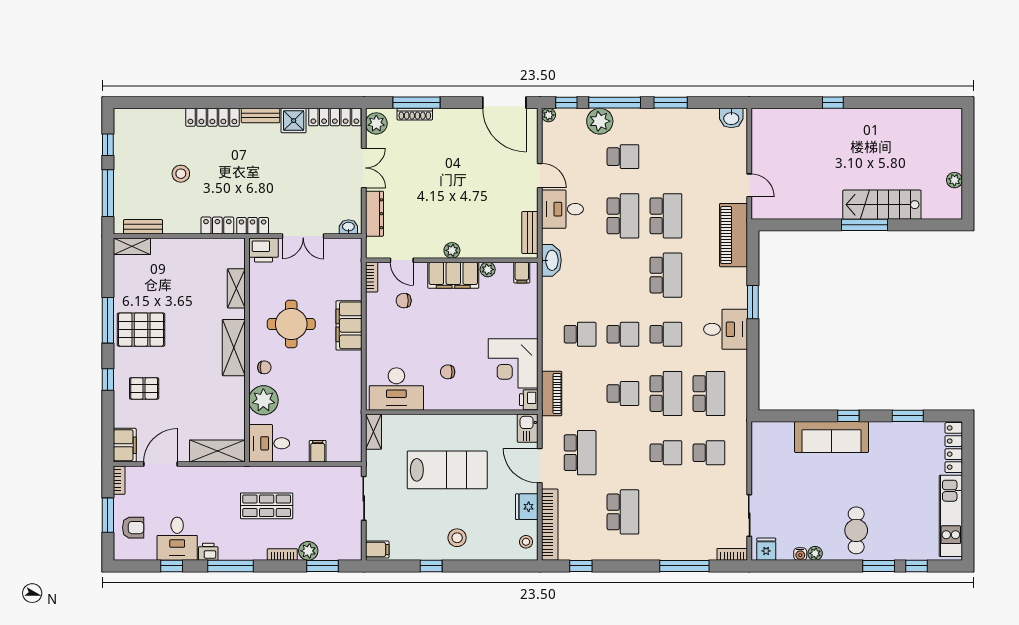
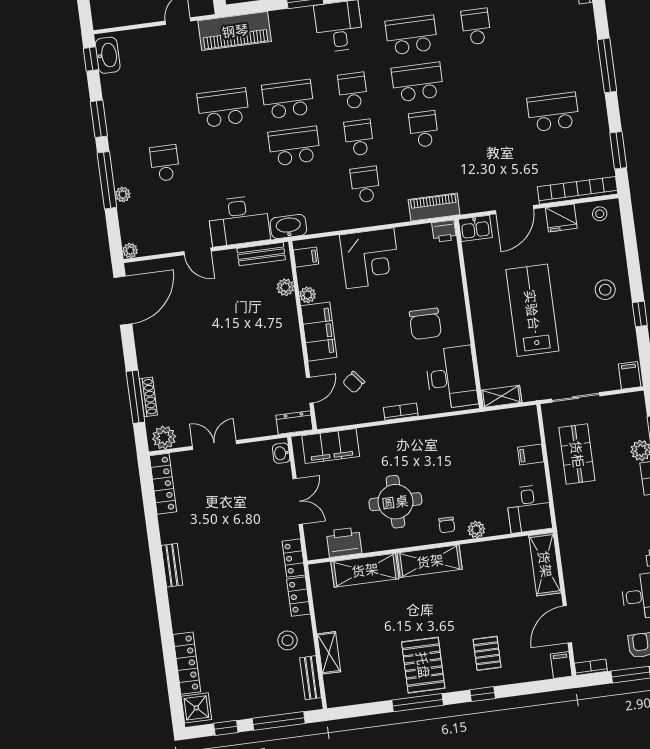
window: (566, 103) -> (91, 59), moved
locker: (212, 117) -> (187, 663), moved
washbasin: (731, 118) -> (108, 55), width x1.38
shower: (294, 121) -> (196, 708), moved
plant: (600, 121) -> (123, 194), width x0.53, depth x0.53
stool: (181, 174) -> (288, 640), moved
door: (540, 176) -> (197, 251), swing flipped
desk: (562, 209) -> (239, 221), width x1.37
dresser: (374, 214) -> (294, 423), moved, width x0.70
school desk: (623, 216) -> (294, 146), moved
shelving: (132, 246) -> (329, 653), moved
printer: (263, 250) -> (344, 542), moved, turned -90
plant: (452, 250) -> (285, 287), moved
bookcase: (372, 277) -> (401, 412), moved
shelving: (236, 288) -> (365, 570), width x1.50, depth x1.33
chair: (404, 301) -> (354, 382), turned 51
filing cabinet: (349, 325) -> (331, 446), moved
corner desk: (513, 363) -> (370, 258), moved
chair: (264, 367) -> (447, 525), turned 180
chair: (448, 372) -> (425, 324), width x1.87, depth x1.87
plant: (263, 400) -> (476, 530), width x0.53, depth x0.53
filing cabinet: (125, 445) -> (561, 665), width x0.50
school desk: (580, 453) -> (495, 168), removed
school desk: (666, 453) -> (482, 74), removed
door: (161, 464) -> (567, 624), hinge flipped
shop shelf: (267, 506) -> (577, 454), moved
window: (581, 566) -> (618, 150), width x1.50
window: (684, 566) -> (607, 65), moved

